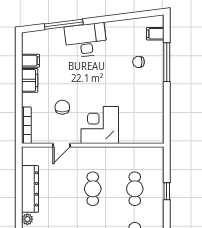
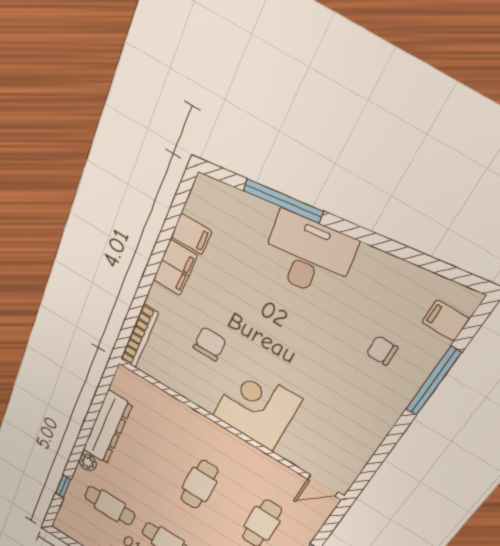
door: (62, 145) -> (323, 486), moved

